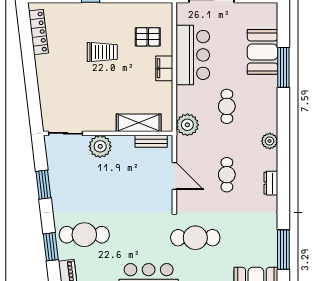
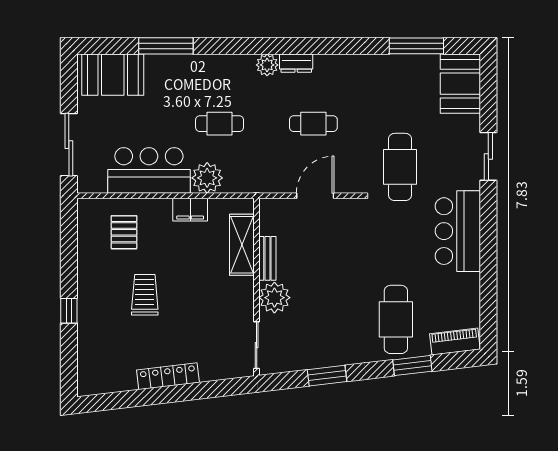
locker: (39, 32) -> (168, 376), moved
booth: (262, 52) -> (113, 75), moved
filing cabinet: (164, 68) -> (190, 210), moved
plant: (187, 125) -> (207, 178), moved
bench: (151, 141) -> (267, 258), moved
dresser: (271, 183) -> (296, 63), moved

